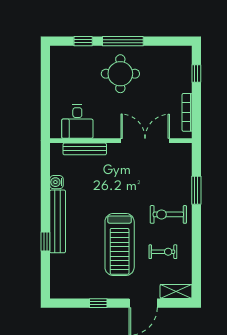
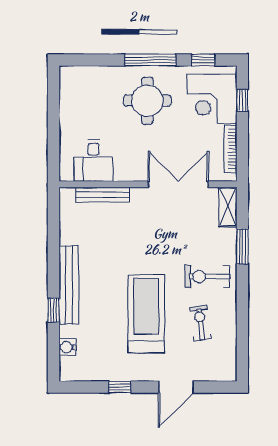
window: (83, 41) -> (203, 60), moved
corner desk: (172, 72) -> (212, 99), added
water cooler: (56, 182) -> (68, 347), moved
treadmill: (120, 245) -> (146, 314), turned 180
exercise bike: (163, 252) -> (200, 323), turned -98
shelving: (176, 291) -> (228, 207), moved, turned 90

